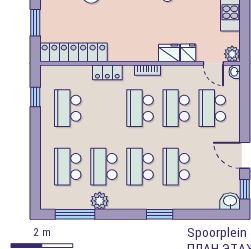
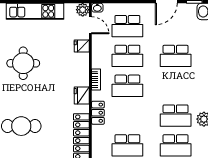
fridge: (169, 53) -> (82, 96), moved
door: (213, 63) -> (90, 25), hinge flipped
school desk: (140, 167) -> (176, 86), removed

